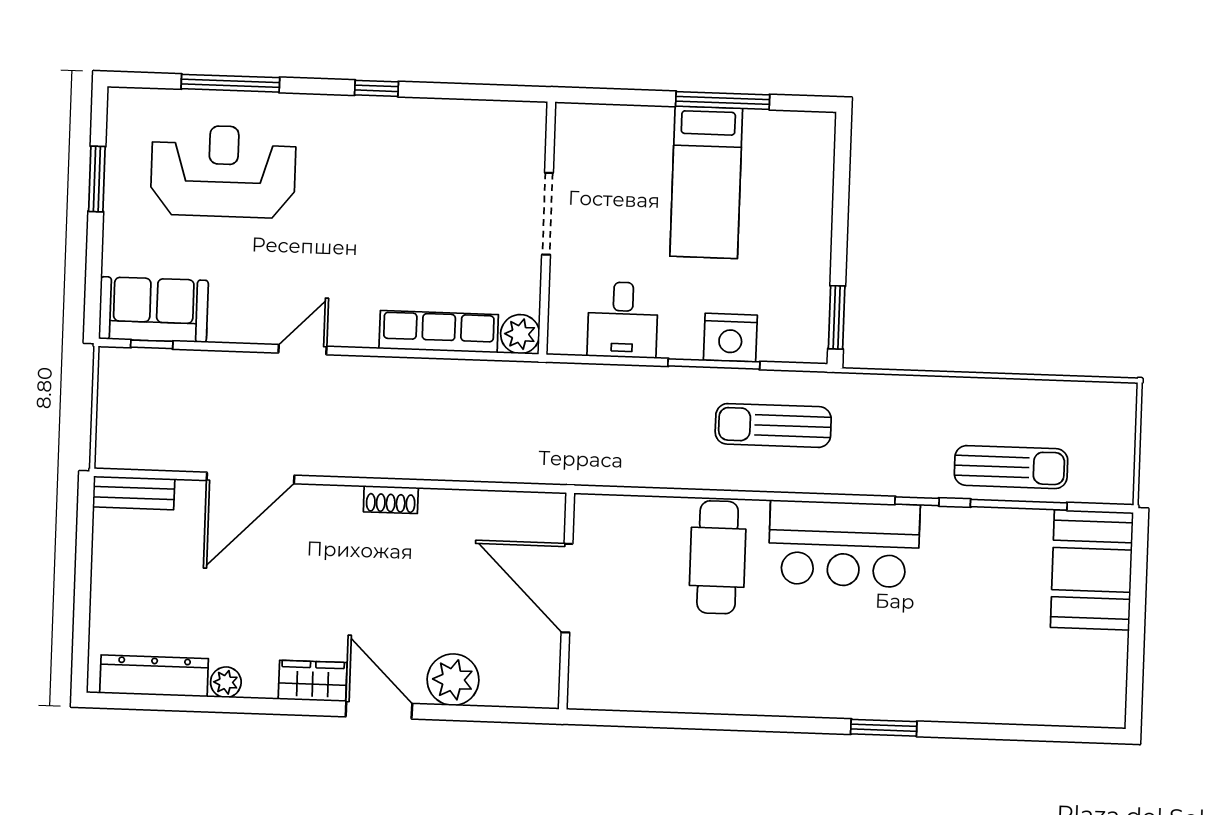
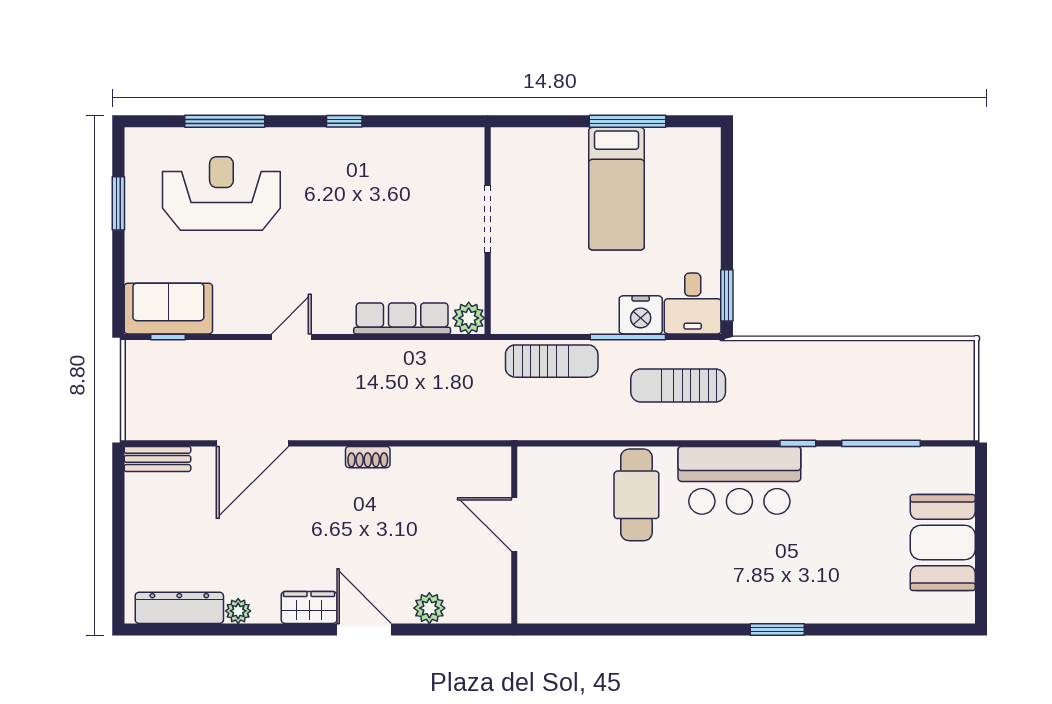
desk: (623, 320) -> (693, 303), moved
sun lounger: (1011, 467) -> (552, 361), moved
booth: (1092, 570) -> (943, 543), moved
door: (567, 588) -> (514, 524), width x0.73
plant: (453, 680) -> (429, 608), width x0.73, depth x0.73

